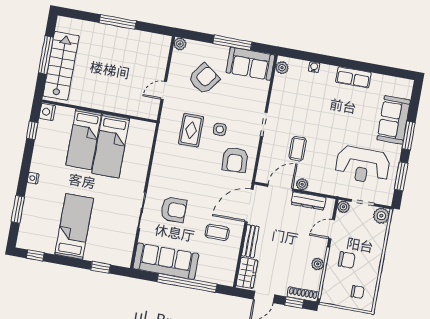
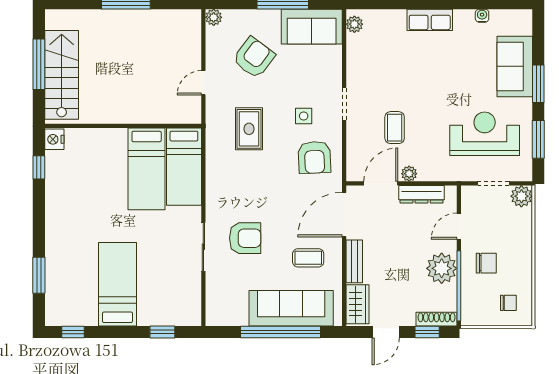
water cooler: (314, 67) -> (482, 16), moved
row of seats: (353, 77) -> (430, 20), moved
side table: (220, 129) -> (304, 116), moved
bed: (84, 139) -> (184, 167), moved
reception desk: (363, 165) -> (485, 134), turned 180
nightstand: (33, 178) -> (52, 230), removed
plant: (343, 207) -> (469, 194), removed
sofa: (166, 261) -> (291, 308), moved
plant: (318, 264) -> (442, 268), width x1.88, depth x1.88

